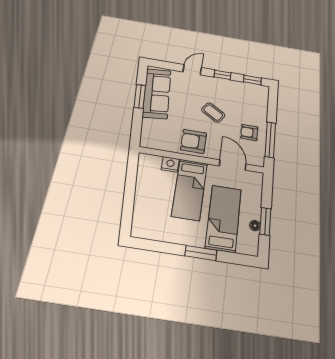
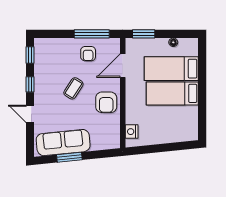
nightstand: (170, 164) -> (132, 132), moved
bed: (190, 189) -> (172, 93), moved, turned 180
window: (265, 221) -> (144, 34), moved
window: (201, 253) -> (202, 83), removed

